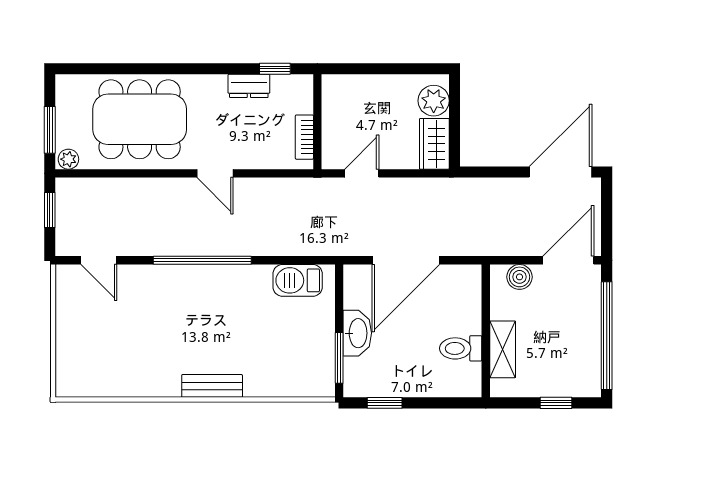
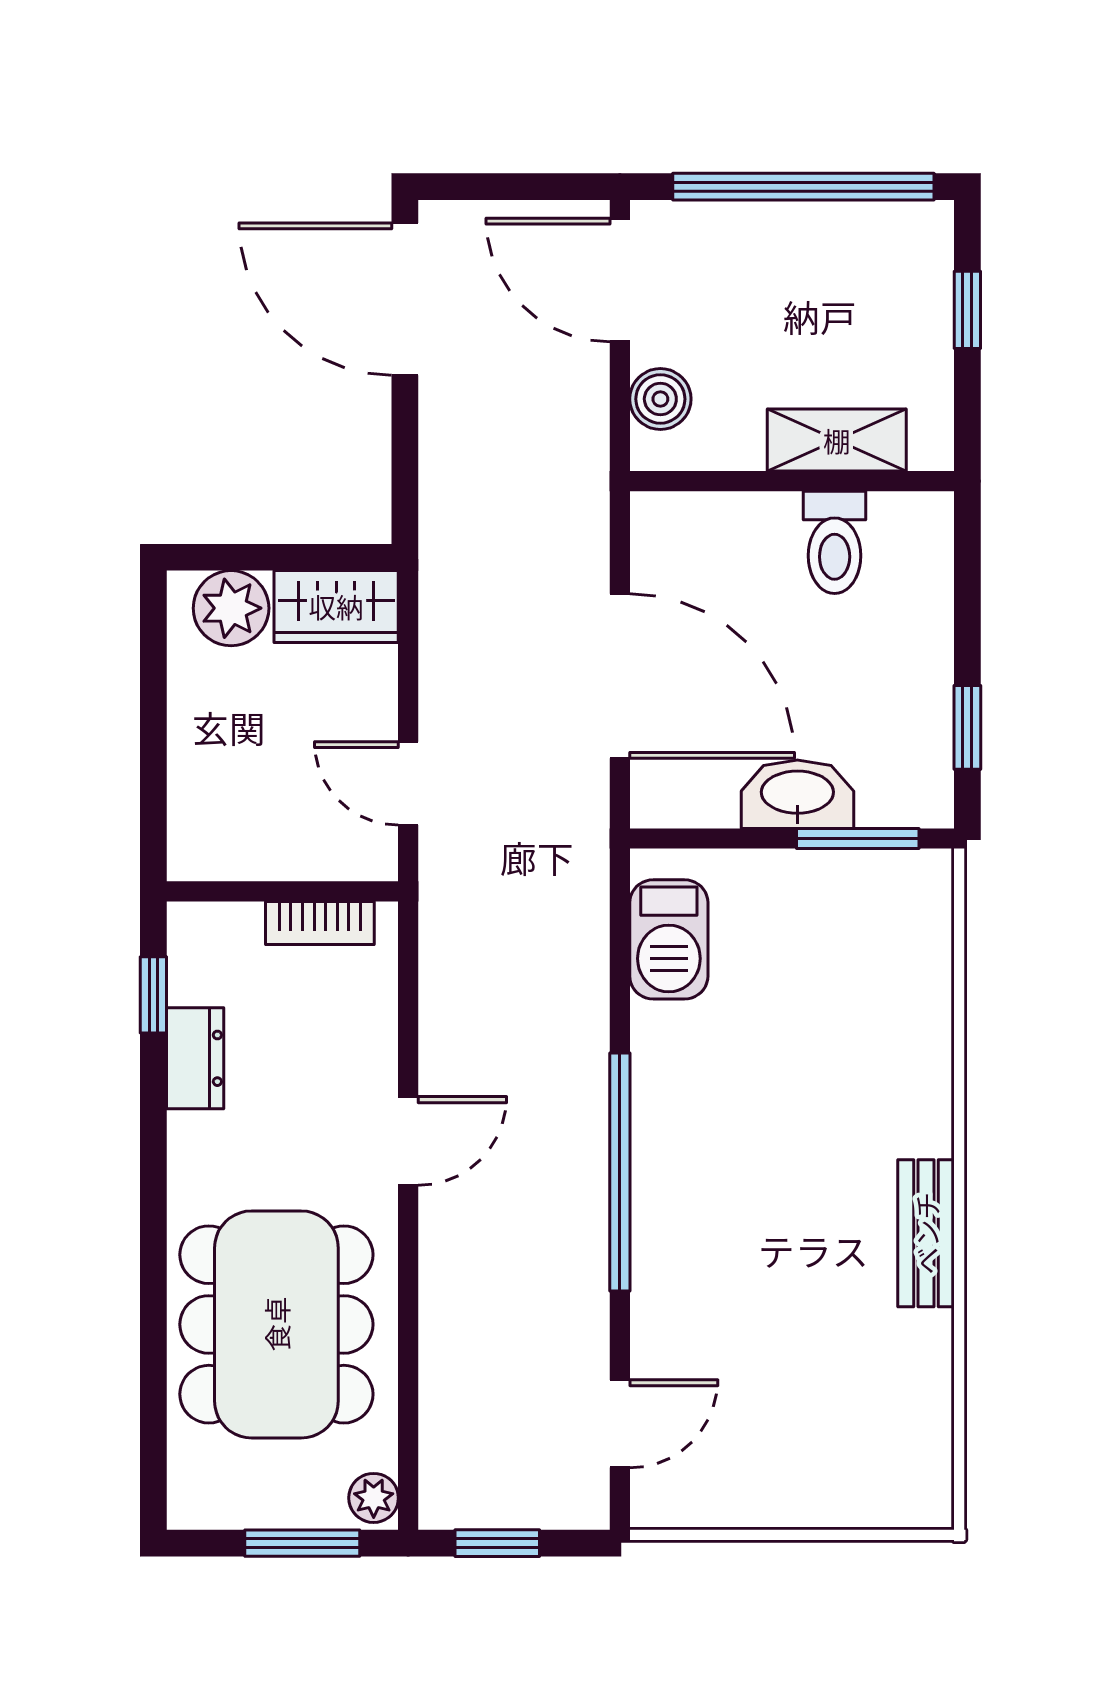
bench: (212, 386) -> (926, 1233), moved

